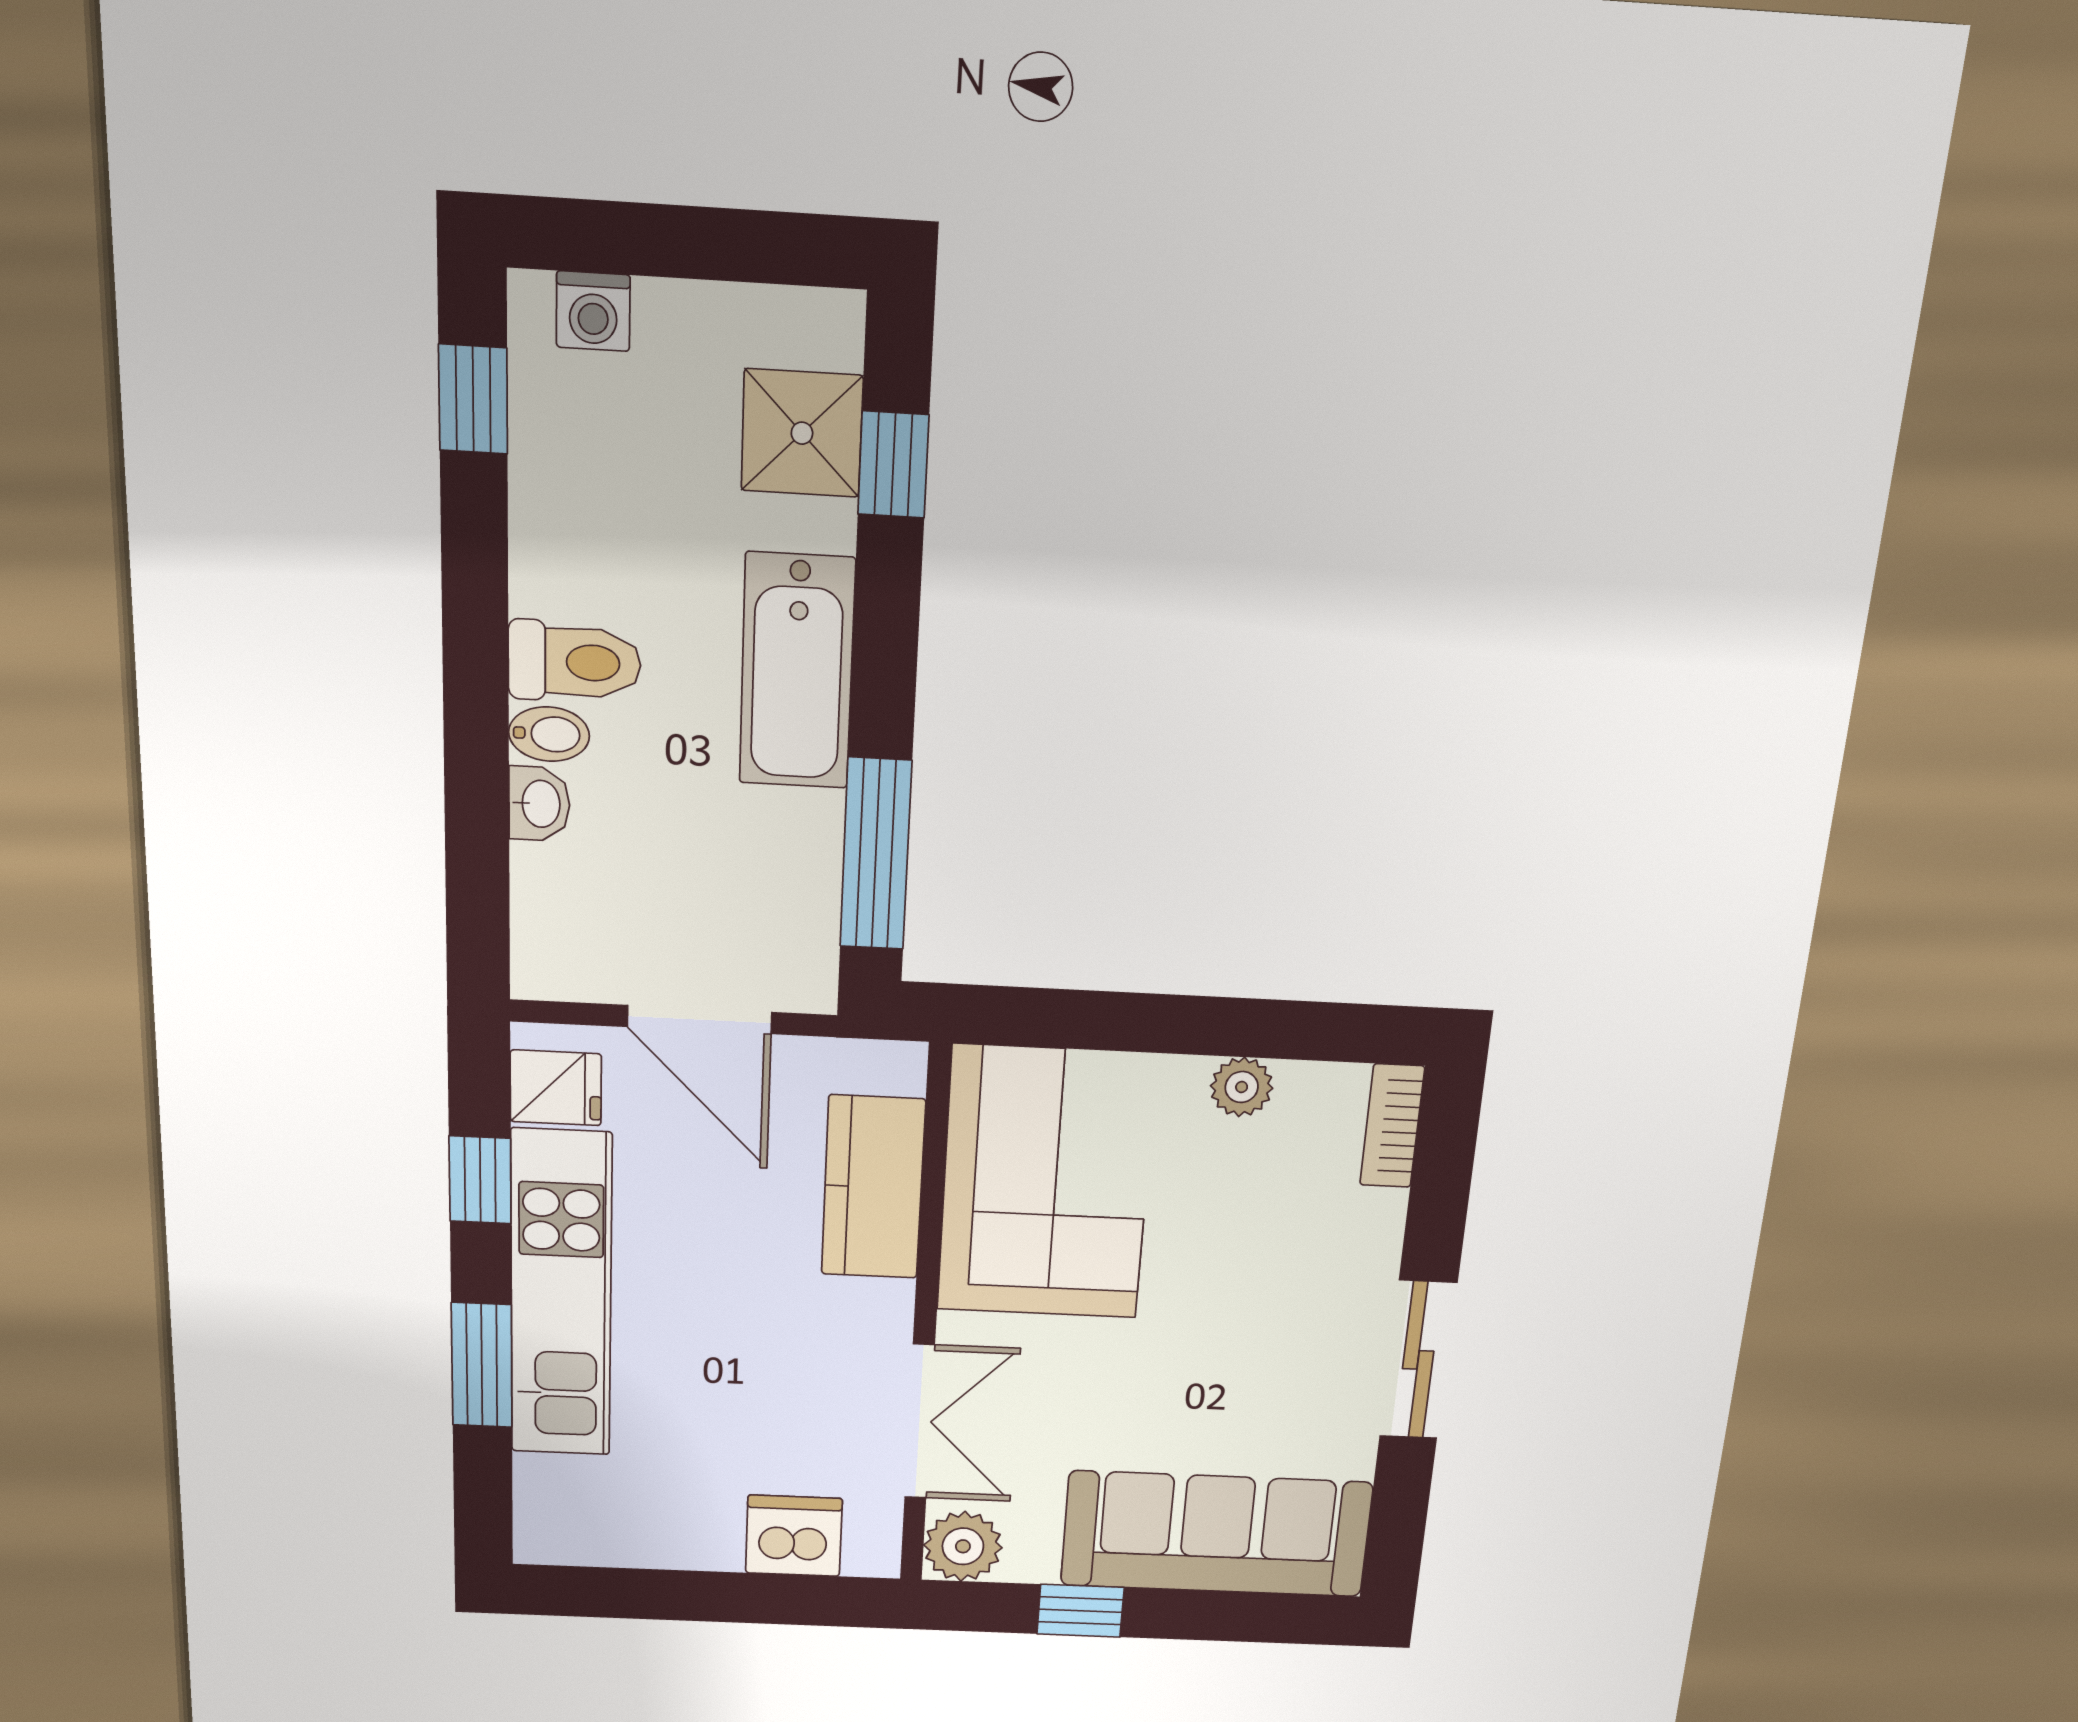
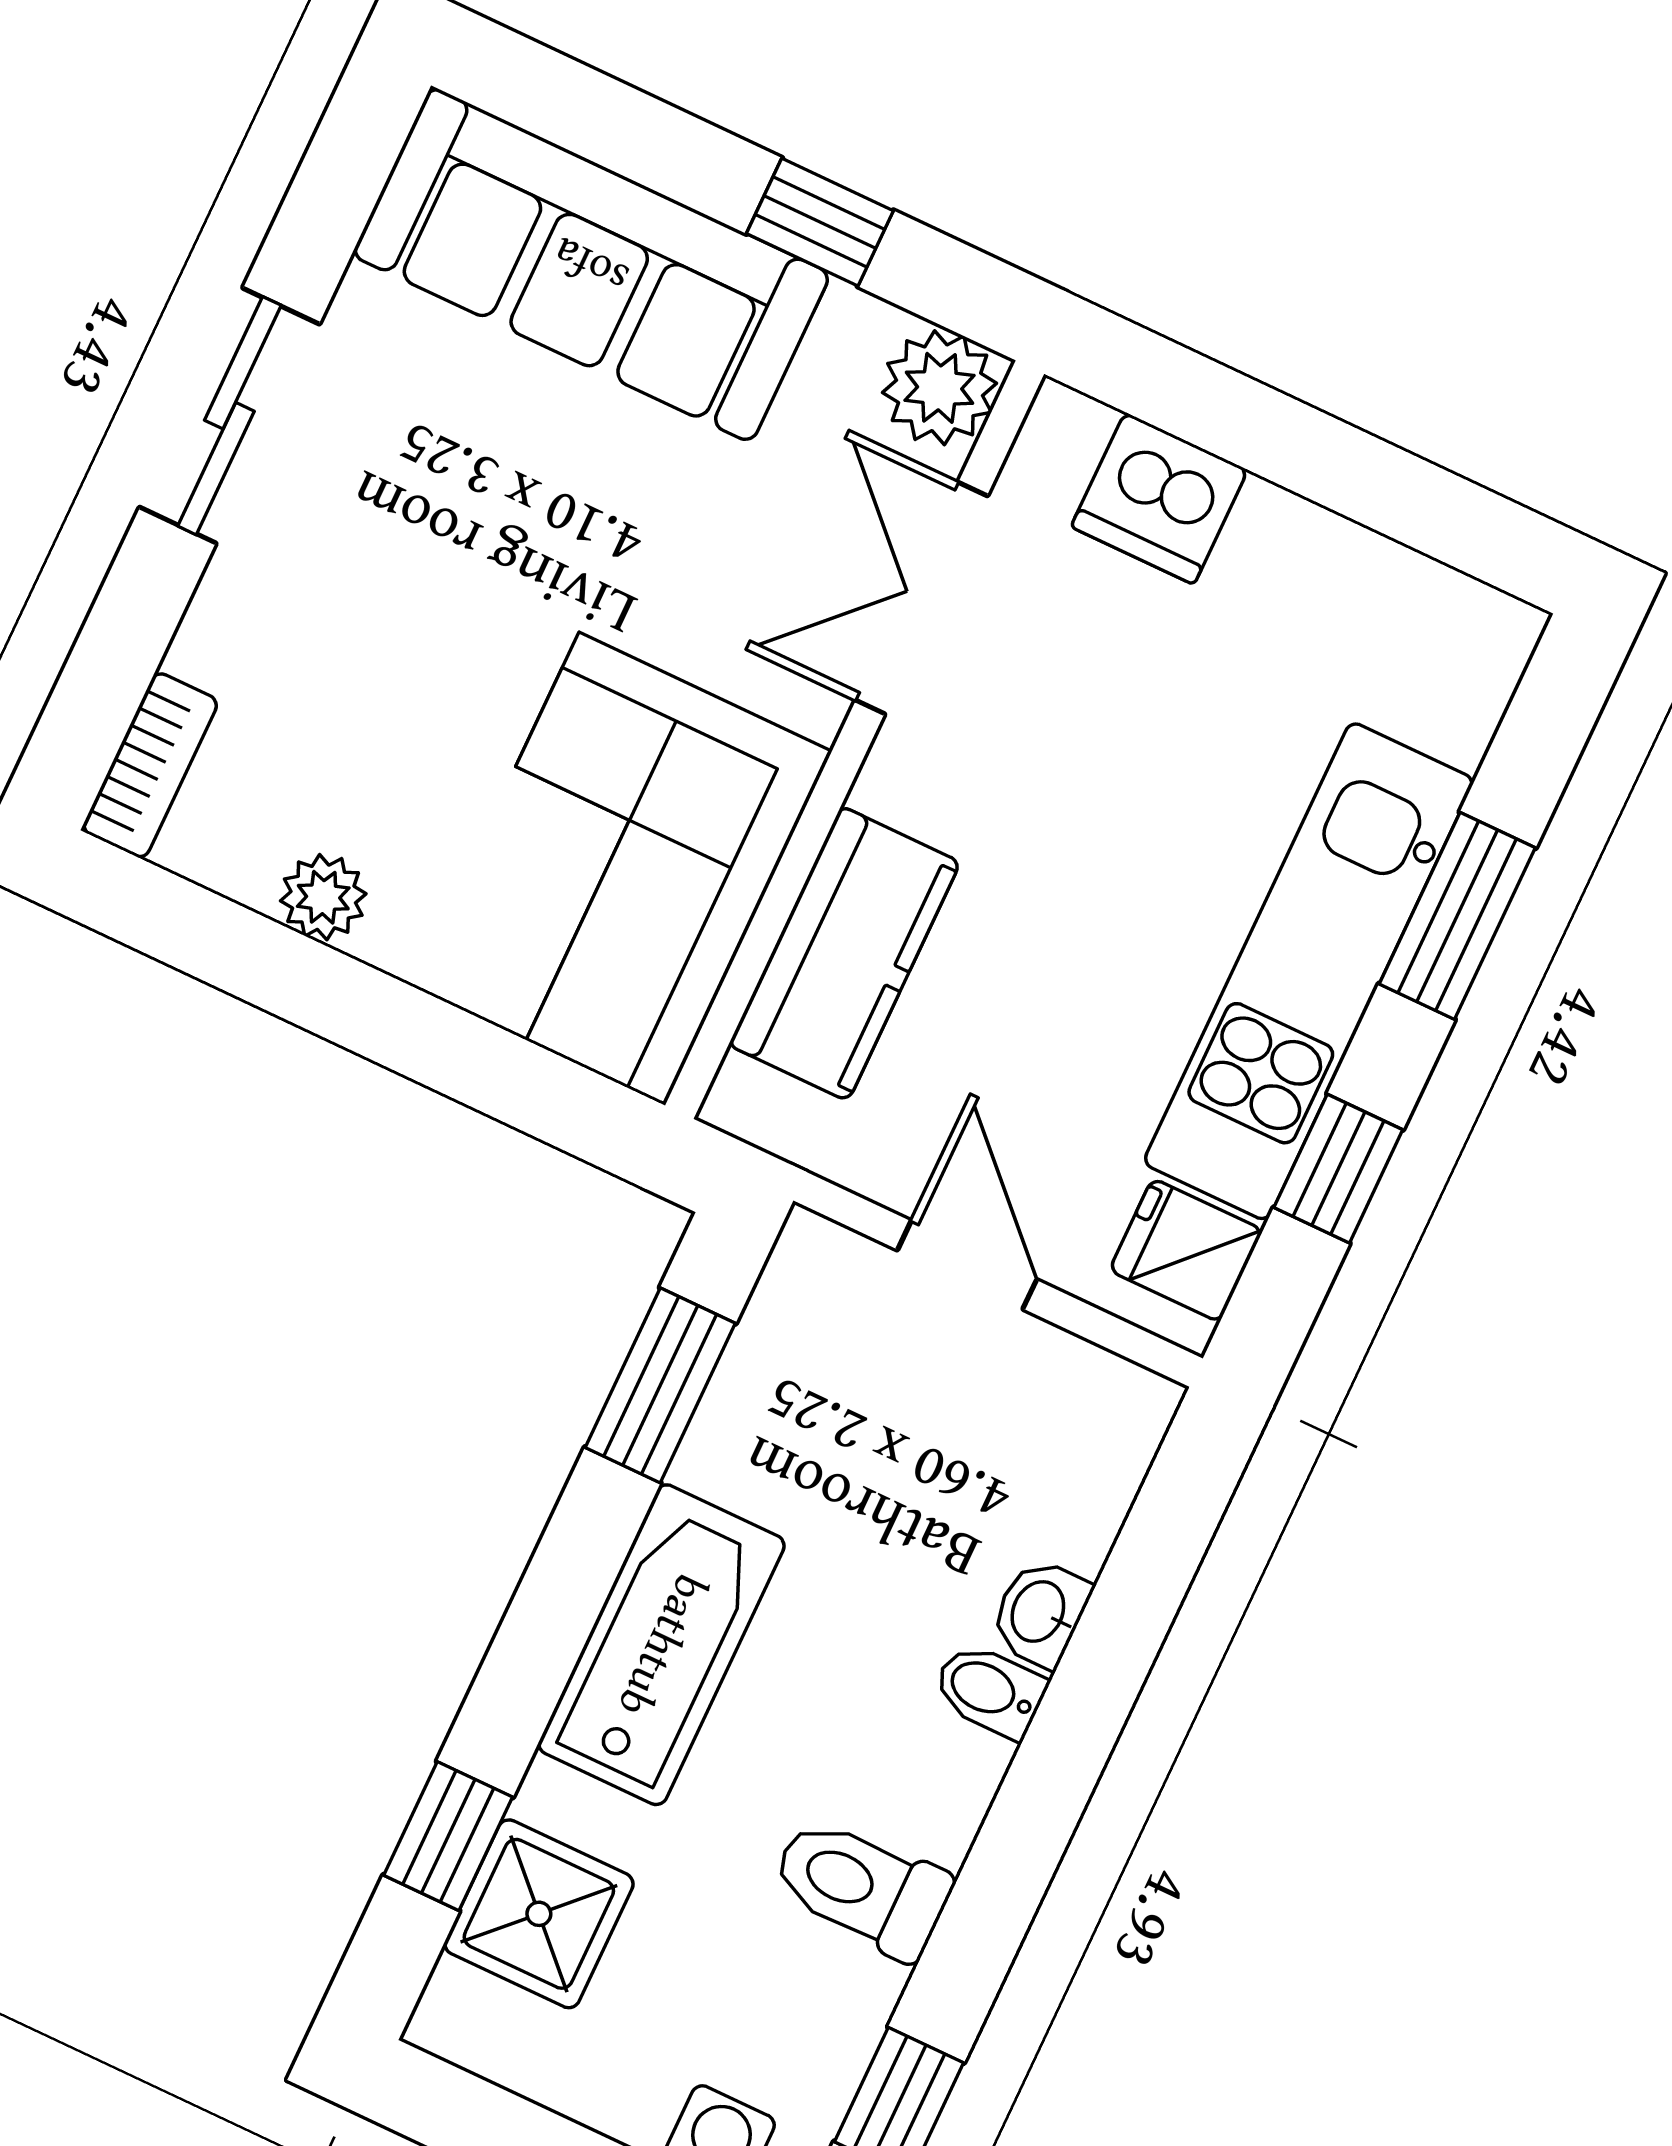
toilet: (575, 662) -> (861, 1887), moved
window: (876, 854) -> (660, 1385), width x0.69
door: (700, 1020) -> (967, 1265), width x0.73

